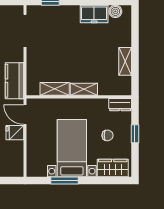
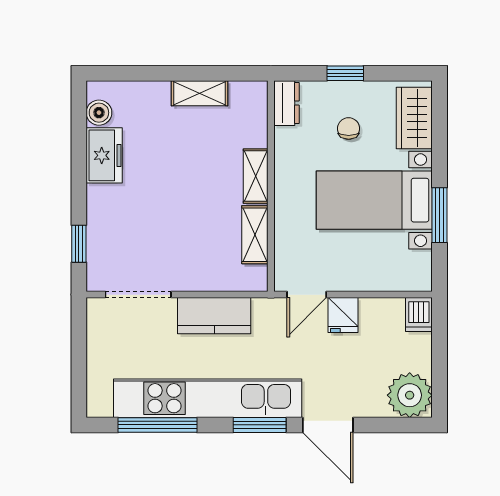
kitchen counter: (14, 81) -> (214, 316), moved
dishwasher: (15, 170) -> (419, 315), added

